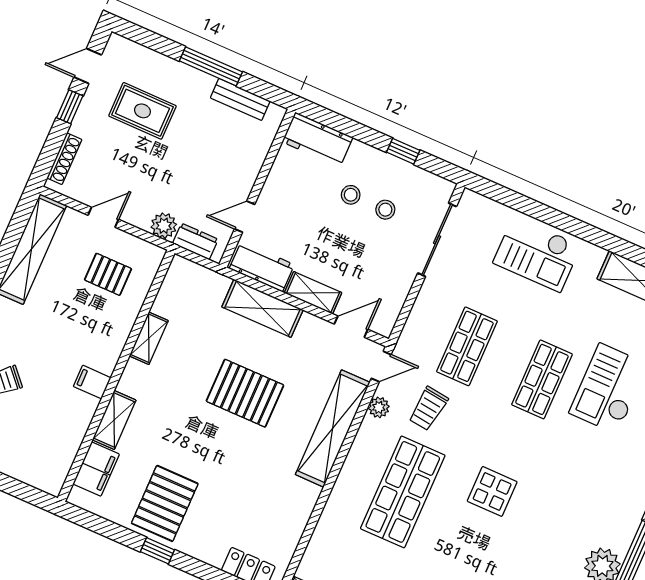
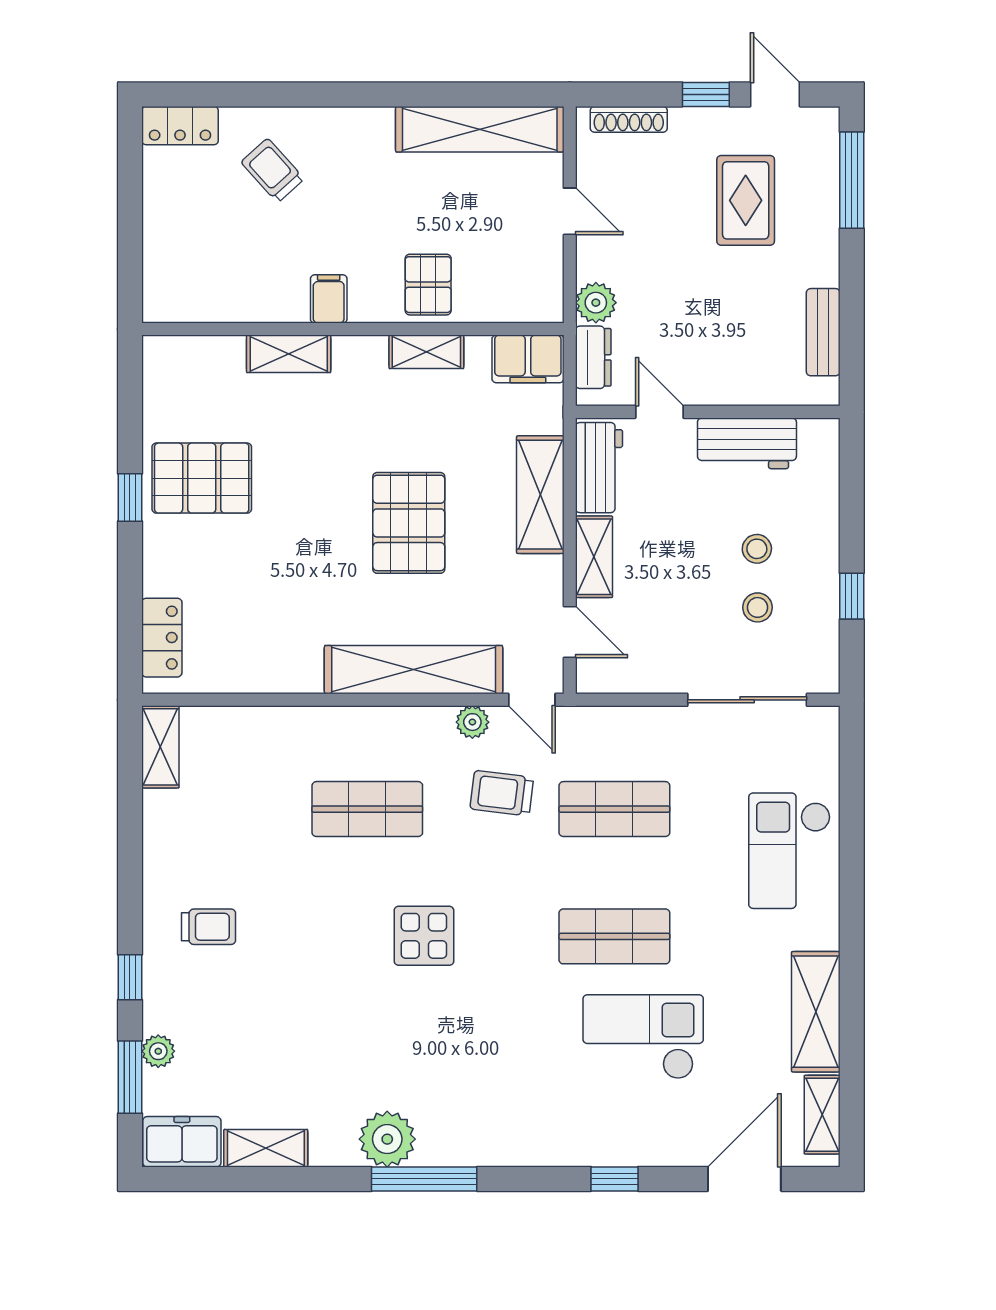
window: (211, 66) -> (852, 180), moved
workbench: (317, 140) -> (747, 443), moved, turned -90
pallet: (108, 274) -> (428, 285), moved
filing cabinet: (96, 469) -> (528, 359), moved
shop shelf: (403, 492) -> (367, 809), width x0.70, depth x0.74

